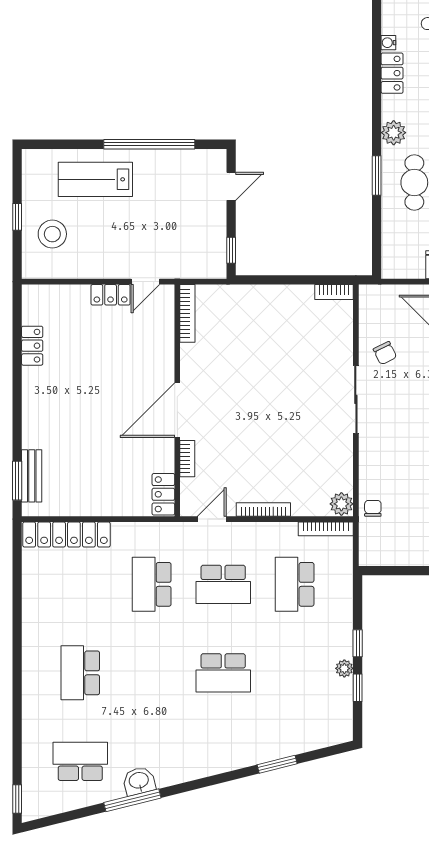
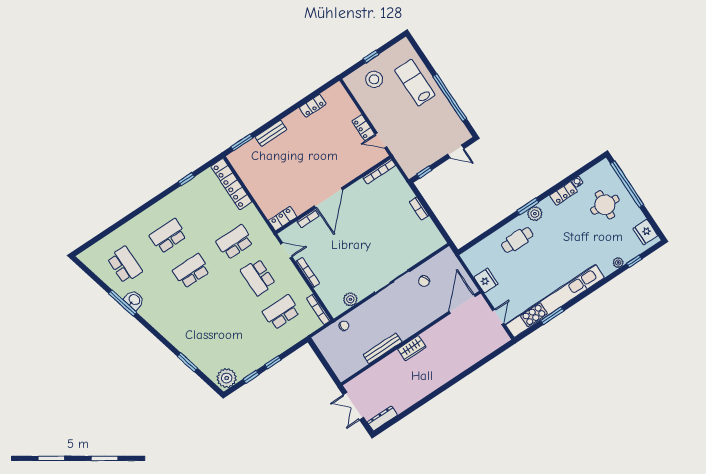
window: (377, 176) -> (528, 206), moved
bookcase: (334, 292) -> (419, 209), moved
door: (177, 410) -> (328, 198), swing flipped
bench: (32, 476) -> (271, 133), moved
plant: (341, 504) -> (350, 299), moved
plant: (344, 668) -> (227, 378), moved, width x1.88, depth x1.88
school desk: (223, 673) -> (191, 271), moved, turned 90
window: (17, 799) -> (186, 179), moved

